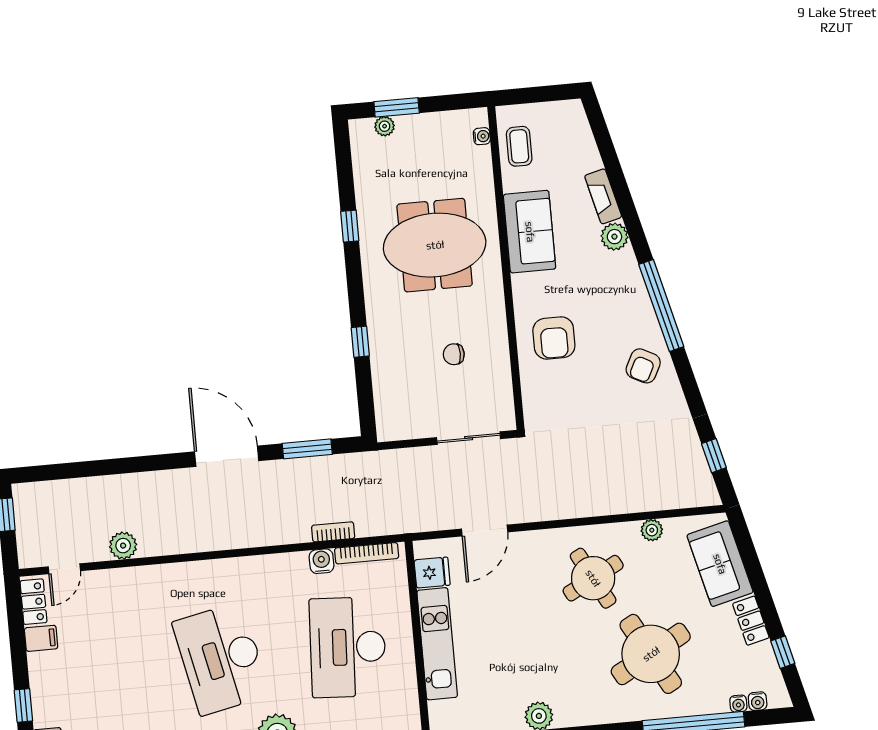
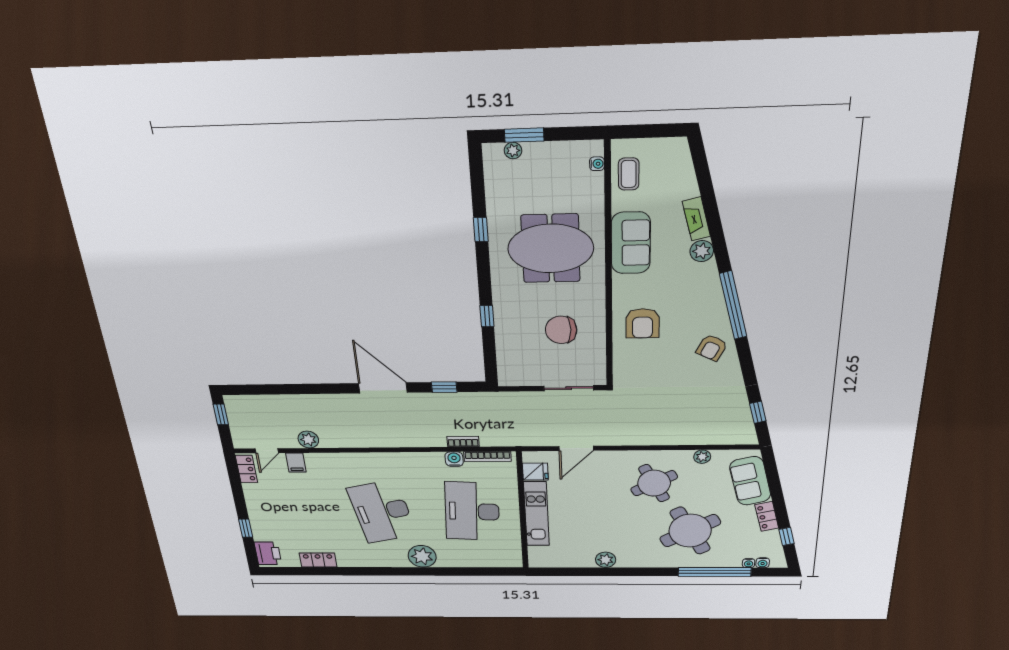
chair: (454, 354) -> (561, 330), width x1.87, depth x1.87
window: (307, 449) -> (444, 387), width x0.67
filing cabinet: (41, 638) -> (296, 463), moved, turned 90

